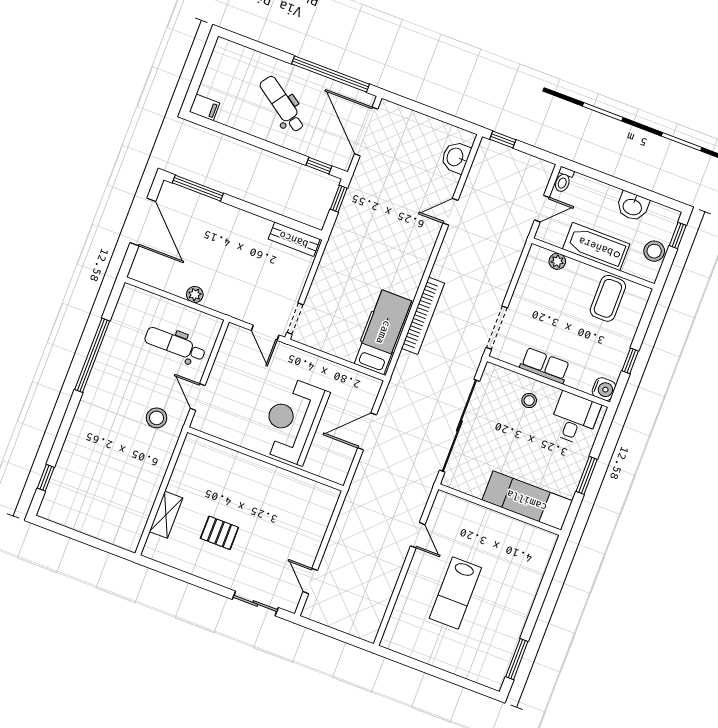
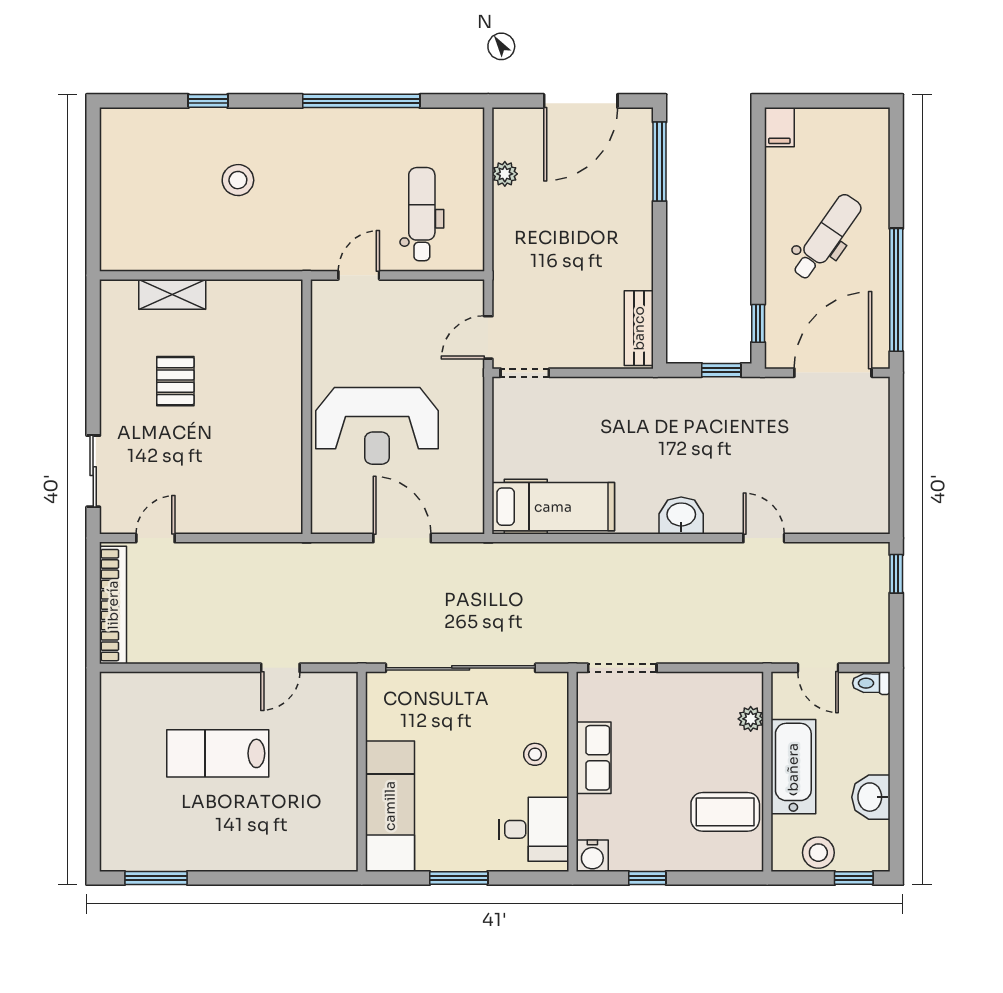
washbasin: (456, 157) -> (681, 516), moved
plant: (195, 295) -> (505, 174), moved
bookcase: (423, 316) -> (113, 605), moved, turned -90
stool: (157, 418) -> (238, 180), moved
reception desk: (293, 421) -> (377, 426), turned 180
window: (46, 478) -> (208, 101), moved

